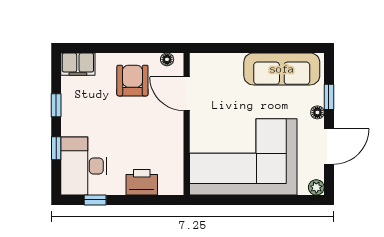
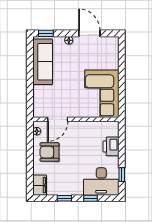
window: (329, 97) -> (46, 33), moved
corner sofa: (243, 157) -> (102, 94), width x0.73, depth x0.74
plant: (316, 187) -> (114, 41), removed

